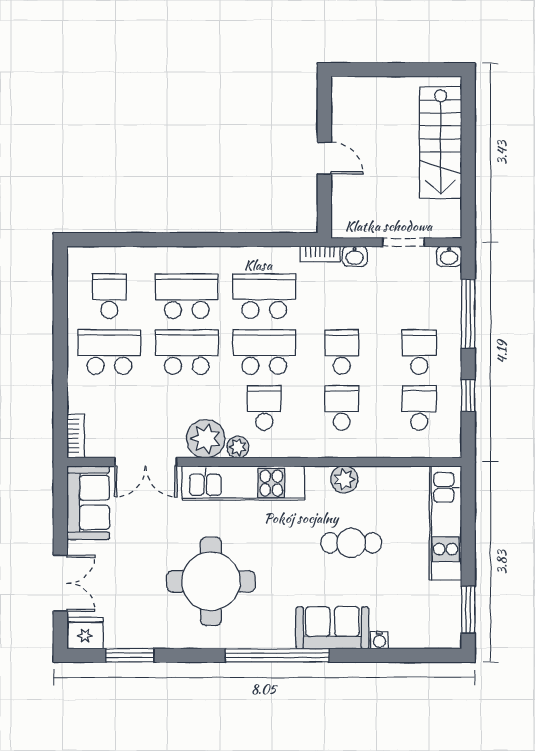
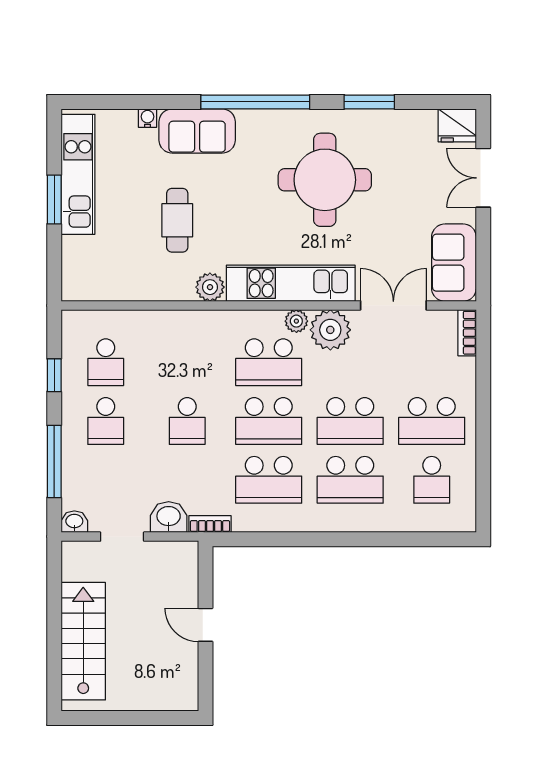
washbasin: (355, 256) -> (169, 517), width x1.38, depth x1.45
school desk: (264, 408) -> (269, 362), width x1.85
school desk: (342, 408) -> (187, 362), removed
plant: (344, 479) -> (210, 287), moved
kitchen unit: (446, 523) -> (78, 174), moved
cafe table: (351, 543) -> (177, 220), turned 90
window: (468, 610) -> (54, 200), moved
window: (130, 655) -> (369, 102), moved

